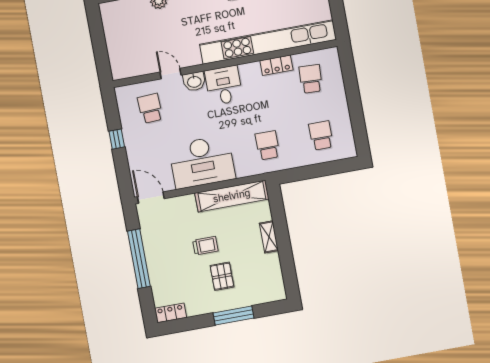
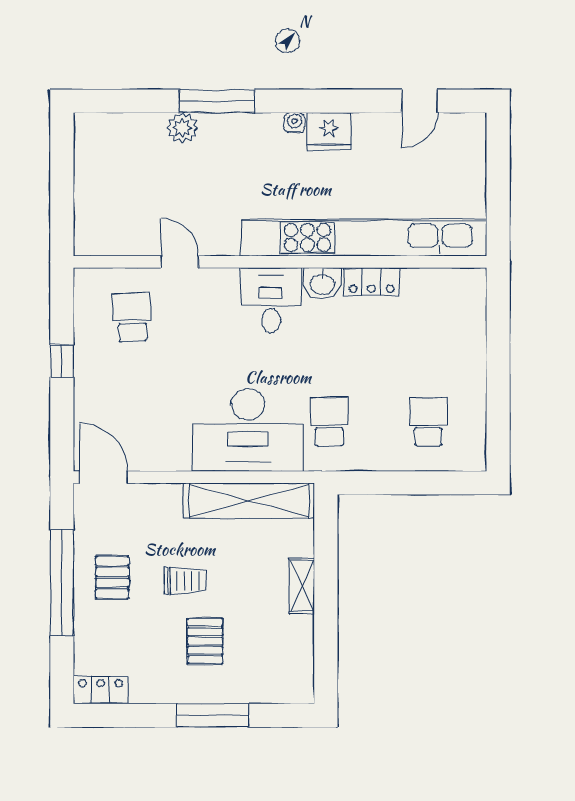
school desk: (311, 79) -> (428, 317), removed
washbasin: (194, 81) -> (322, 283), moved
desk: (202, 162) -> (248, 430), moved
pallet: (166, 251) -> (112, 577), added

